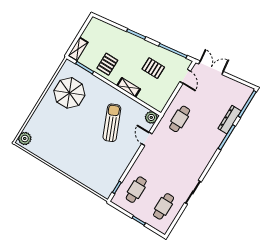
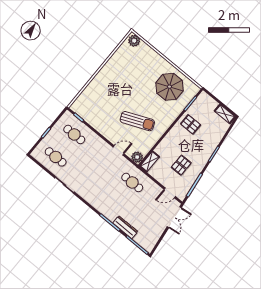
shelving: (78, 49) -> (225, 114), moved
shelving: (129, 87) -> (150, 162), moved

